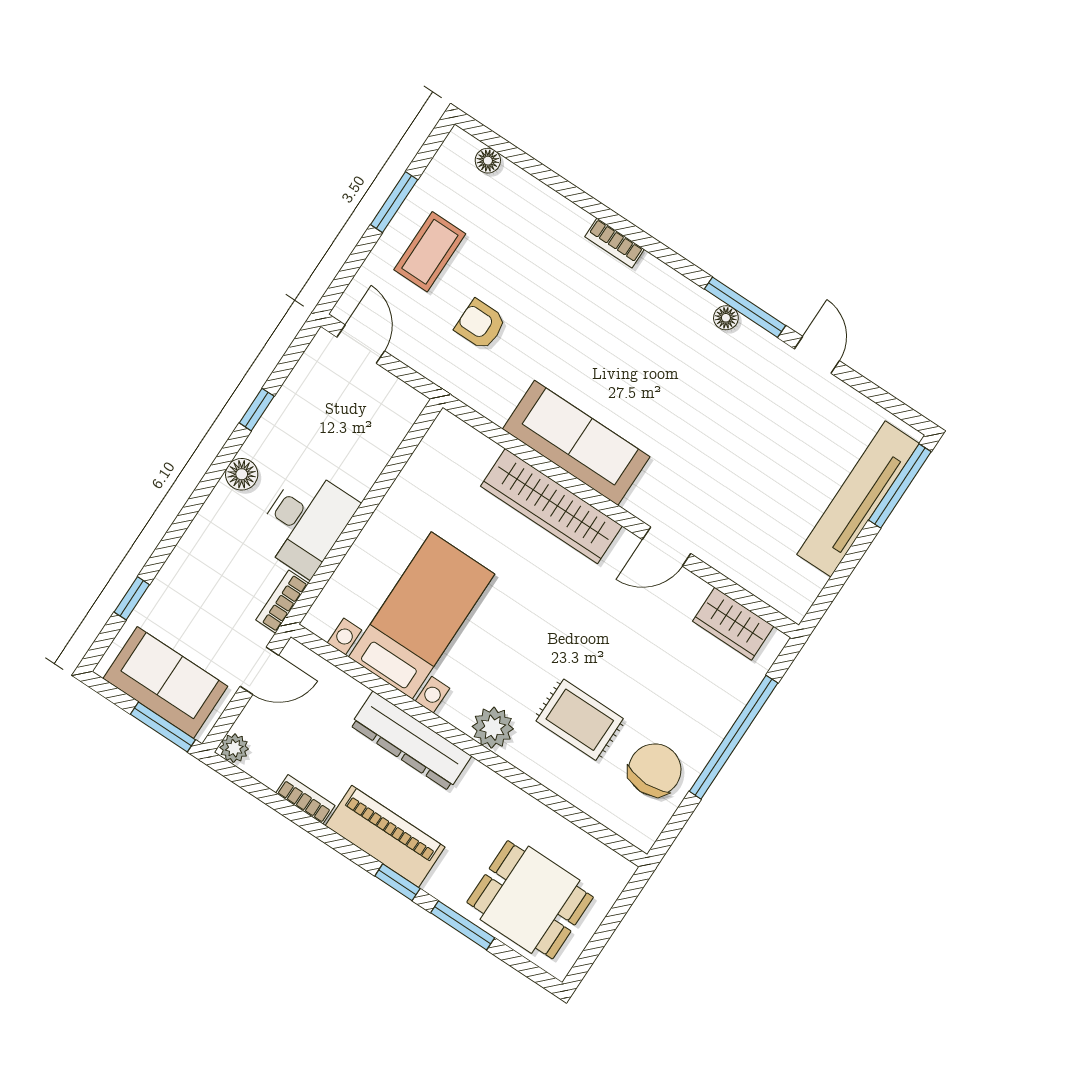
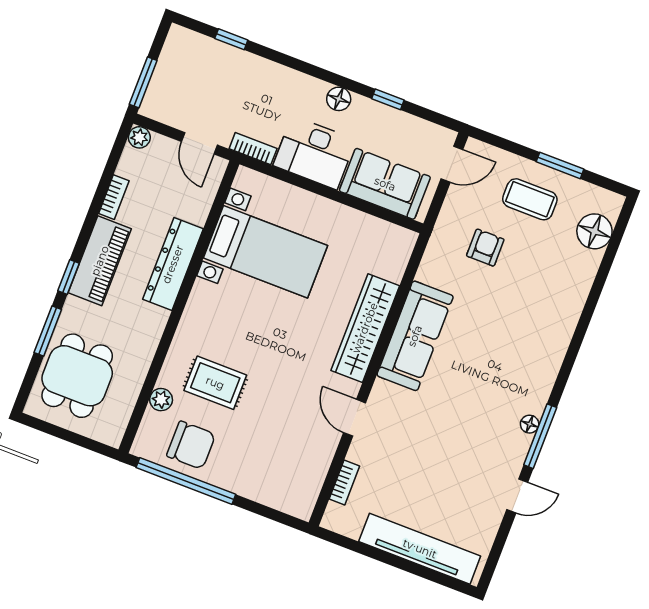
floor lamp: (488, 161) -> (594, 231), width x1.89, depth x1.89
bookcase: (614, 243) -> (344, 482), moved, turned 180
window: (900, 486) -> (436, 577), removed
wardrobe: (733, 624) -> (309, 478), removed
sofa: (165, 682) -> (385, 184), moved, turned -90
rug: (580, 720) -> (215, 383), turned 90
plant: (493, 728) -> (161, 400), moved, width x0.73, depth x0.73
window: (734, 737) -> (186, 481), moved

